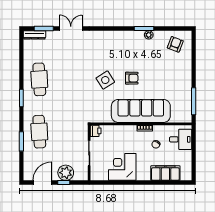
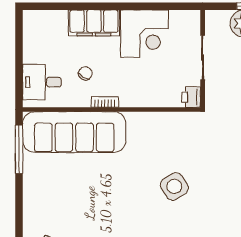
armchair: (132, 78) -> (128, 190), removed
sofa: (141, 111) -> (74, 132), moved
filing cabinet: (165, 173) -> (94, 23), moved

